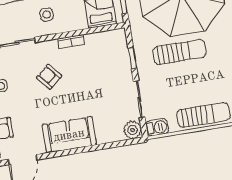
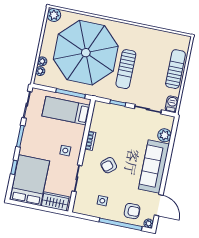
sun lounger: (179, 52) -> (126, 69), turned 180
plant: (133, 130) -> (164, 135), moved
sofa: (69, 135) -> (154, 167), width x1.36

